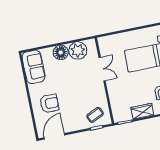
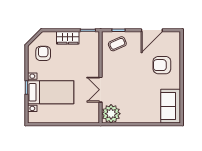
plant: (78, 51) -> (111, 114), moved
floor lamp: (61, 52) -> (140, 115), removed
door: (54, 136) -> (152, 30), moved

